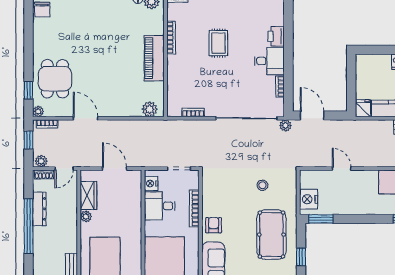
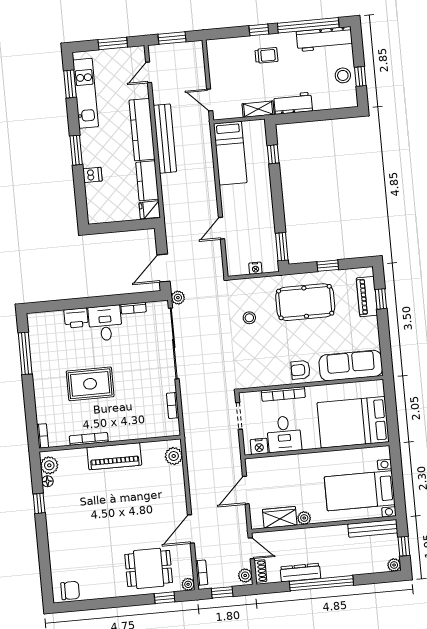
rug: (218, 43) -> (90, 384), width x1.36, depth x1.43
nightstand: (309, 199) -> (255, 268), width x0.53, depth x0.56

